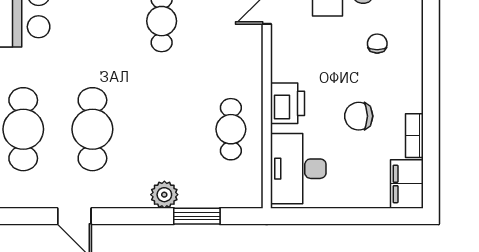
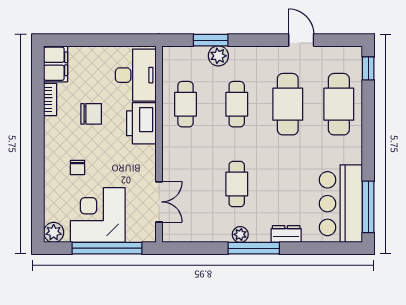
printer: (287, 103) -> (141, 123), width x1.37, depth x1.19
cafe table: (162, 129) -> (237, 104), added
plant: (164, 195) -> (218, 56), moved

